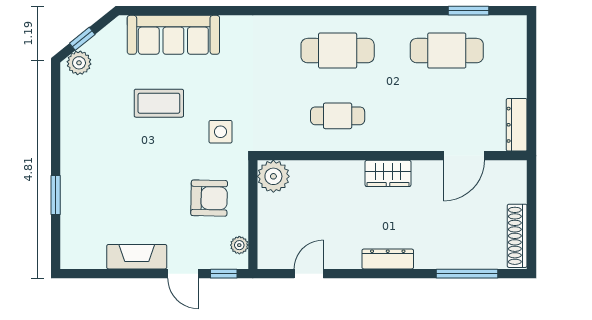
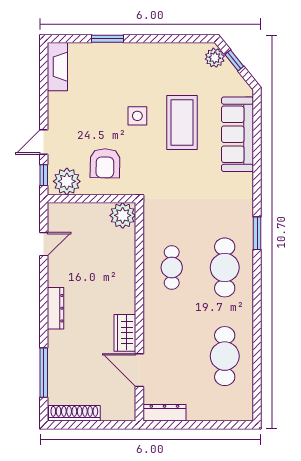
window: (469, 11) -> (257, 233), moved
coffee table: (159, 103) -> (182, 122), width x1.36, depth x1.32
side table: (220, 132) -> (137, 116), moved
wardrobe: (388, 173) -> (125, 333), moved
plant: (239, 245) -> (67, 181), width x1.88, depth x1.88
fireplace: (137, 257) -> (57, 67), moved
door: (309, 274) -> (44, 244), hinge flipped

